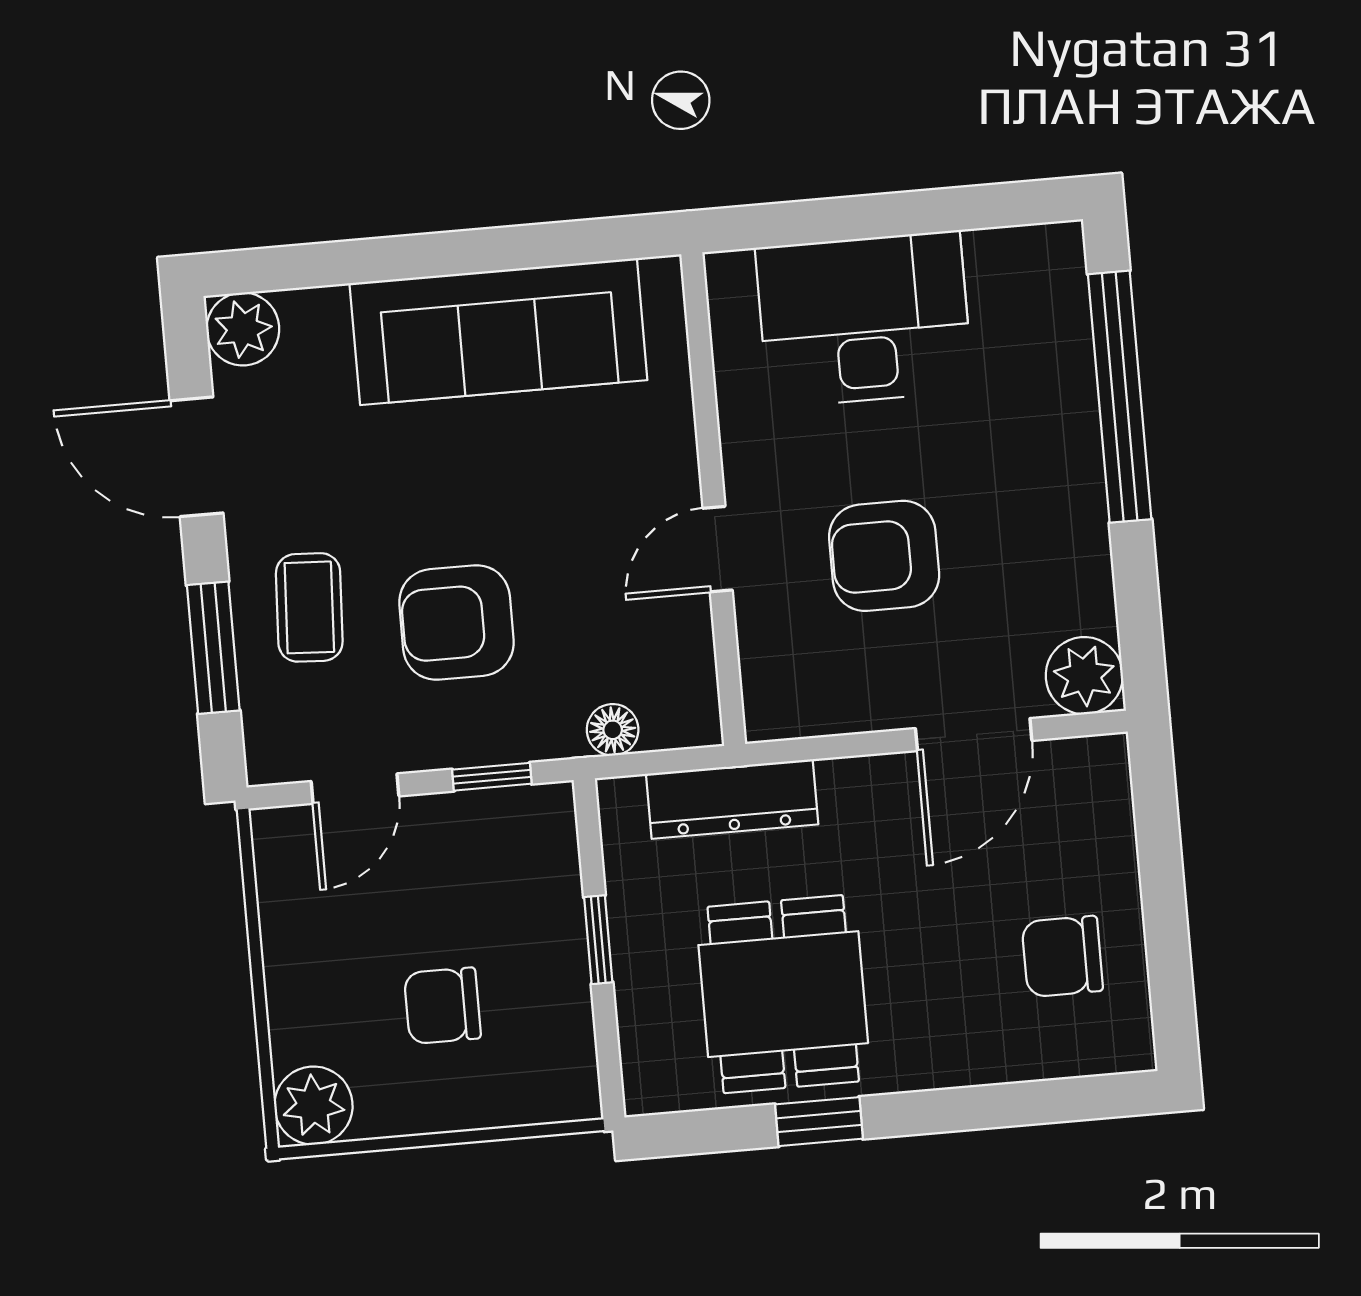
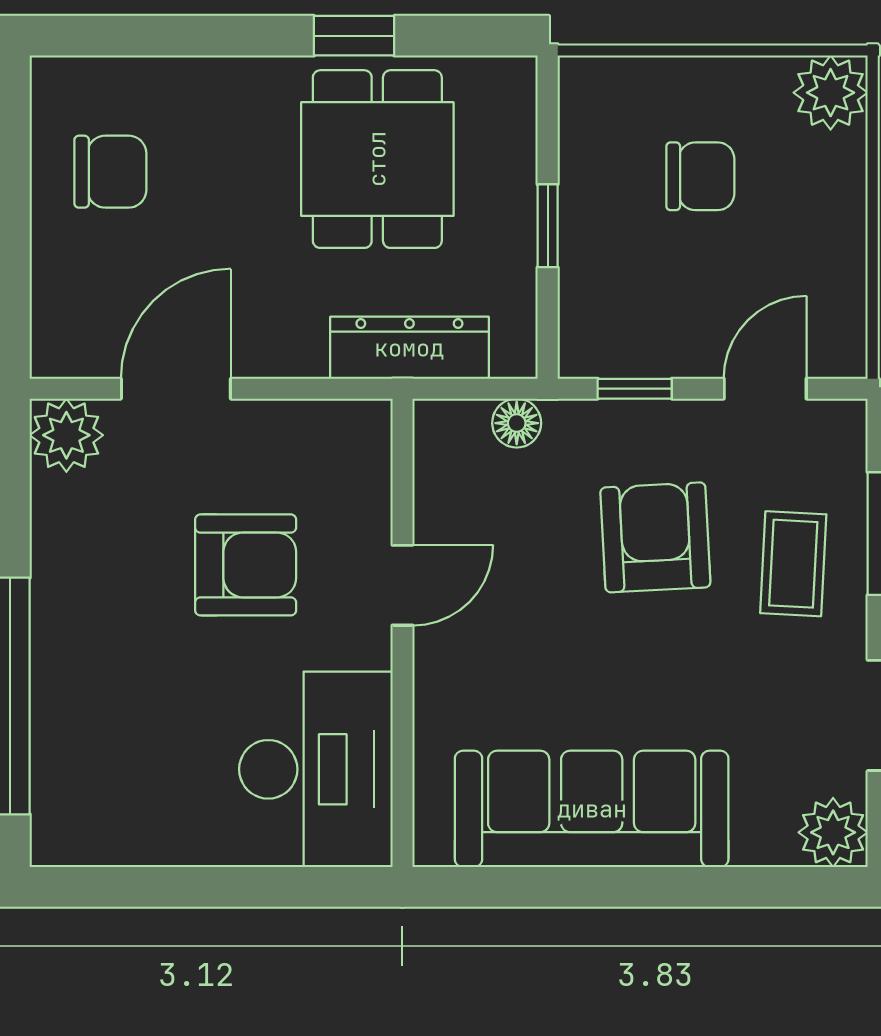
desk: (864, 319) -> (316, 769), moved, turned -90
armchair: (456, 622) -> (655, 537), turned -93

